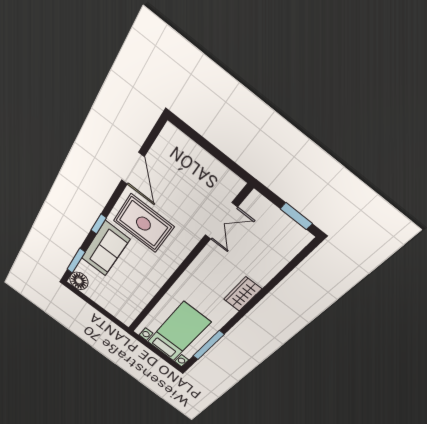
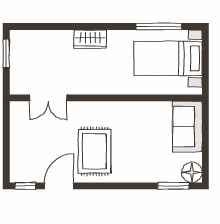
double door: (221, 221) -> (48, 98), swing flipped
window: (99, 224) -> (25, 186), moved
sofa: (105, 249) -> (187, 127), moved, turned -90

